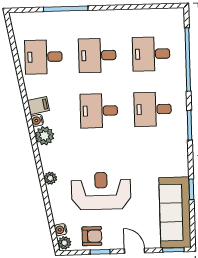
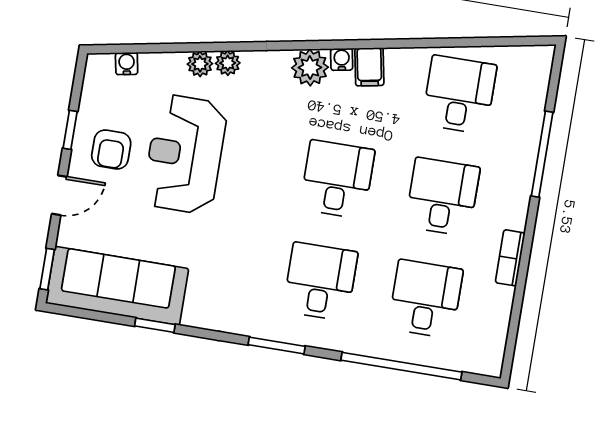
bookcase: (122, 15) -> (510, 258), added
reception desk: (101, 191) -> (185, 154), turned 180
armchair: (92, 236) -> (111, 149), moved
plant: (64, 243) -> (200, 64), moved

